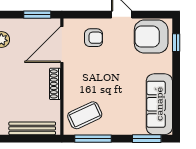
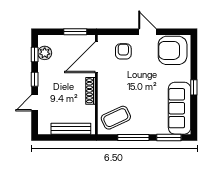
armchair: (94, 38) -> (123, 51), turned -90
window: (176, 43) -> (194, 87), moved
window: (93, 139) -> (133, 138), moved

